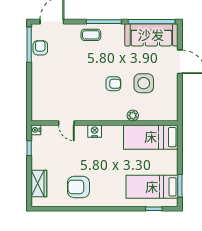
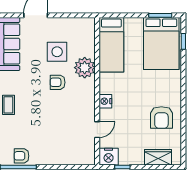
armchair: (113, 84) -> (58, 82), turned -90
plant: (133, 115) -> (85, 68), width x1.88, depth x1.88
nightstand: (36, 130) -> (109, 157), width x1.89, depth x1.79
bed: (152, 187) -> (161, 43), width x1.50

